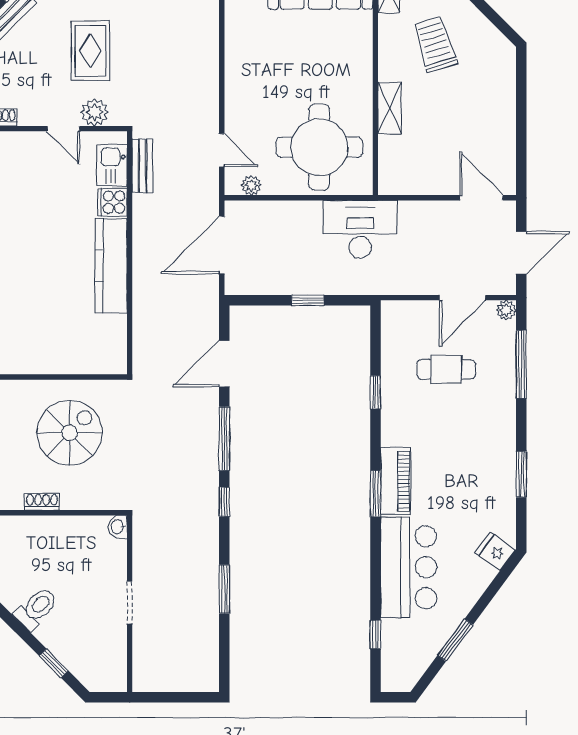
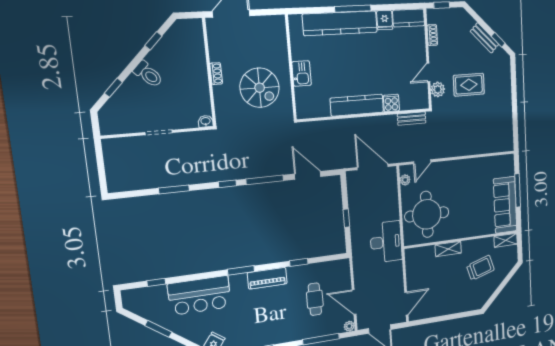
kitchen sink: (112, 165) -> (302, 74), moved, turned 90
piano: (396, 481) -> (267, 278), moved

